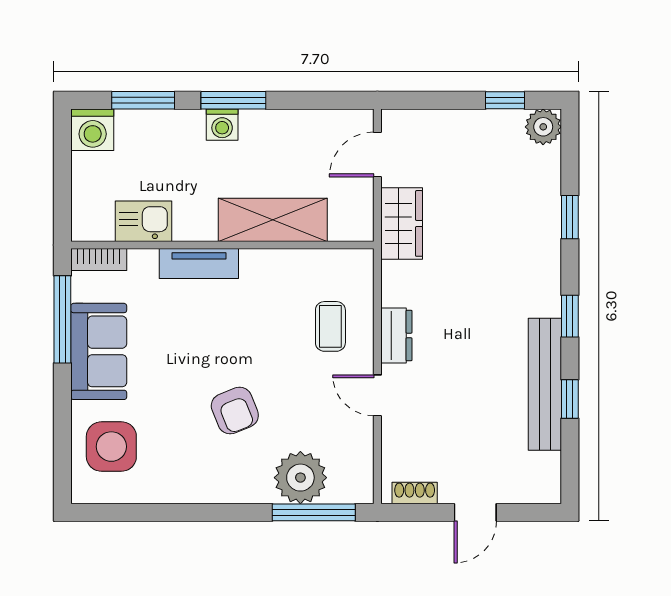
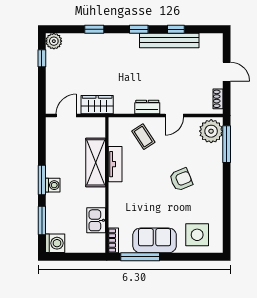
door: (377, 154) -> (66, 116), swing flipped
tv unit: (199, 263) -> (115, 164), moved
coffee table: (330, 326) -> (143, 137), turned 57
plant: (300, 478) -> (211, 131), moved

